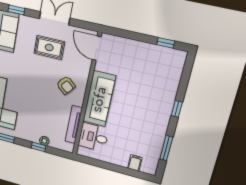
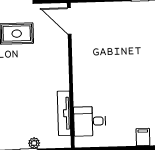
armchair: (66, 85) -> (45, 71), removed
sofa: (99, 99) -> (85, 75), removed

